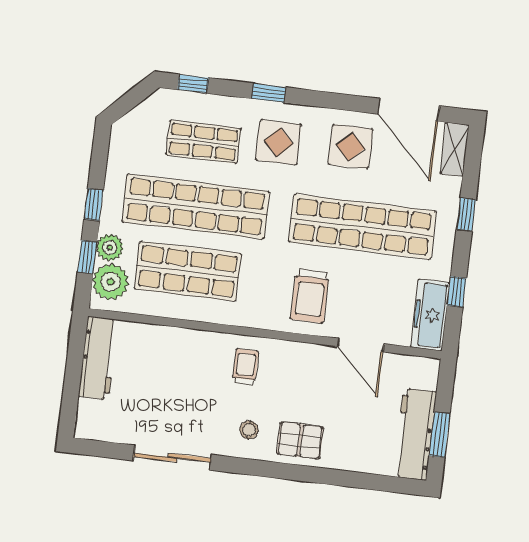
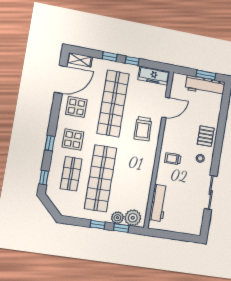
shop shelf: (188, 271) -> (130, 183), removed
window: (457, 292) -> (132, 61), moved
trolley: (310, 296) -> (143, 129), turned 88
workbench: (98, 358) -> (158, 203), moved, turned 90

